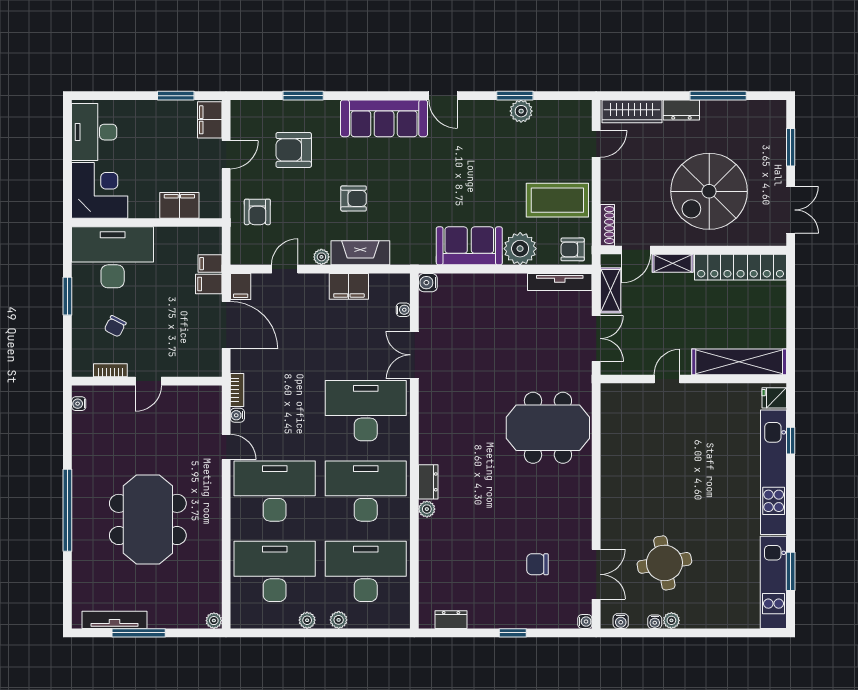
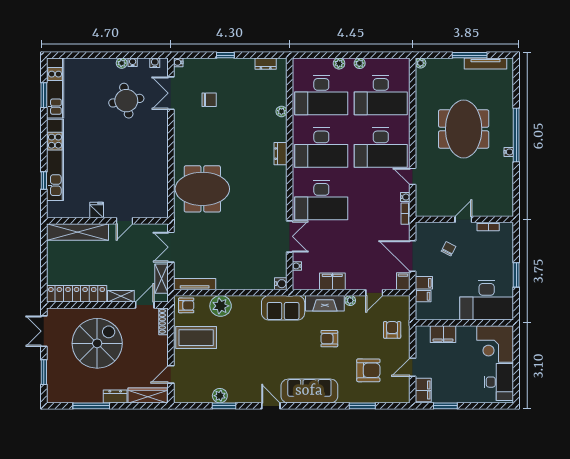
sofa: (469, 246) -> (283, 308), moved
chair: (115, 326) -> (448, 249), moved
fridge: (774, 398) -> (97, 210), moved, turned -90
water cooler: (79, 404) -> (509, 152), moved
plant: (427, 509) -> (281, 111), moved

